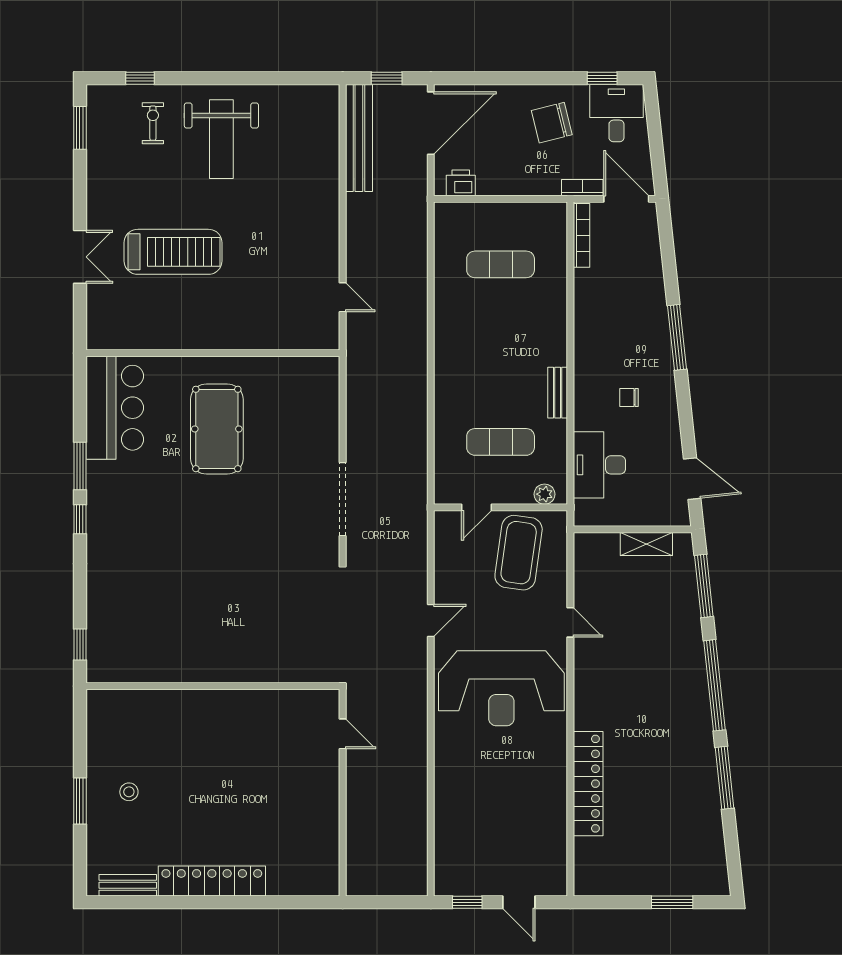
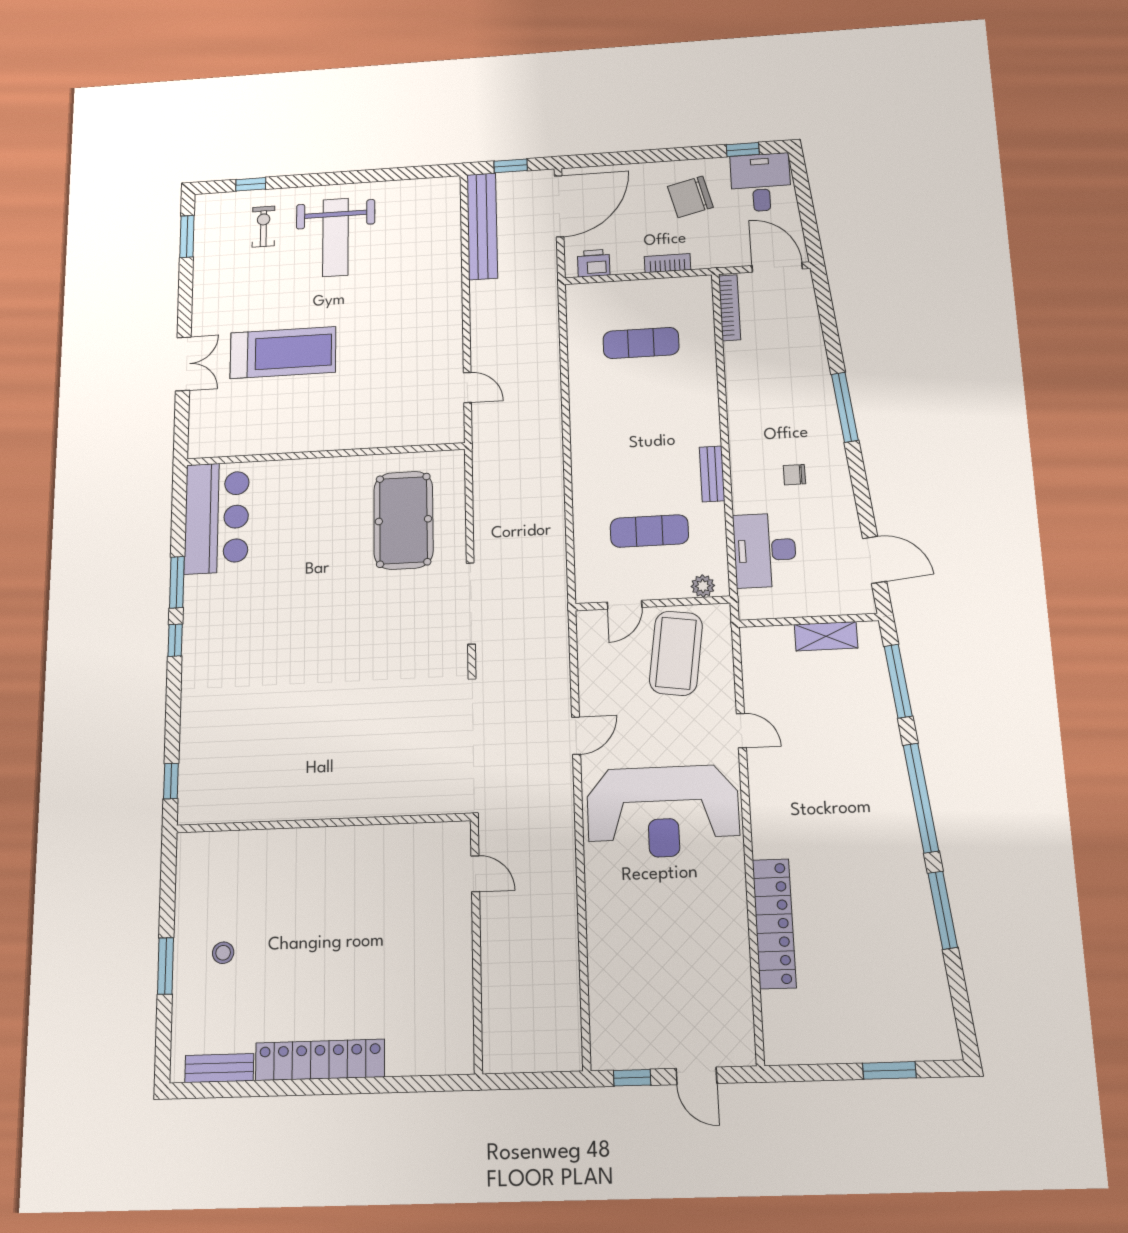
bookcase: (582, 188) -> (668, 263), moved
pool table: (217, 429) -> (403, 520), moved

